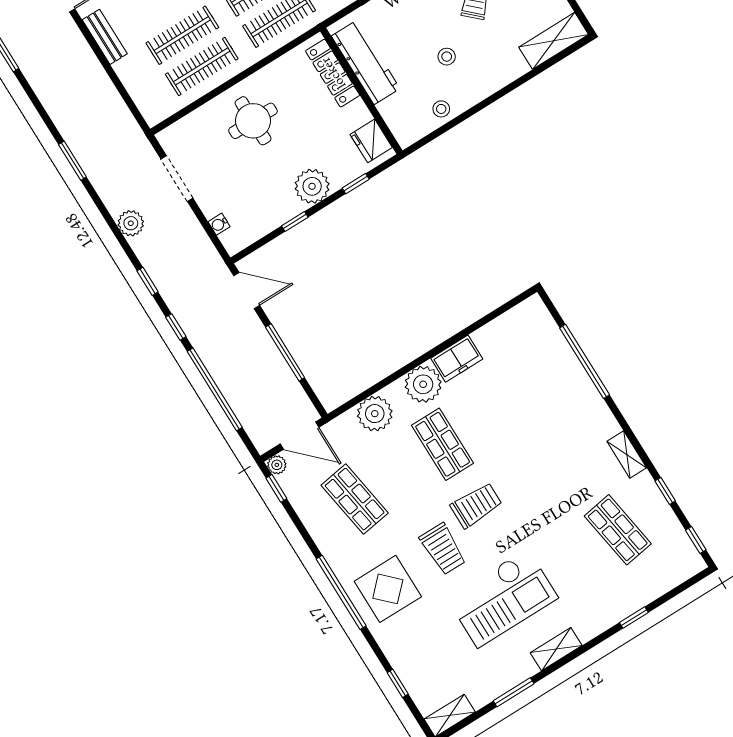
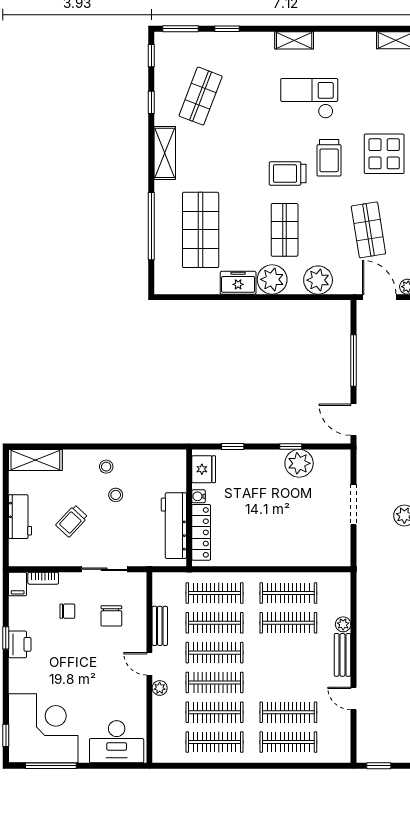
plant: (124, 69) -> (343, 624), added
stool: (441, 109) -> (106, 467), moved
round table: (253, 121) -> (276, 534), removed
doorway: (177, 179) -> (353, 505), moved
plant: (312, 186) -> (299, 463), moved
water cooler: (219, 224) -> (199, 496), moved, turned 180
shop shelf: (530, 390) -> (201, 230), added
shelving: (627, 454) -> (165, 153), width x1.50, depth x1.33
shop shelf: (618, 530) -> (201, 96), turned 30
trolley: (443, 549) -> (329, 158), turned 180
checkout: (502, 598) -> (309, 98), width x0.73, depth x0.83
window: (514, 692) -> (181, 29), moved

